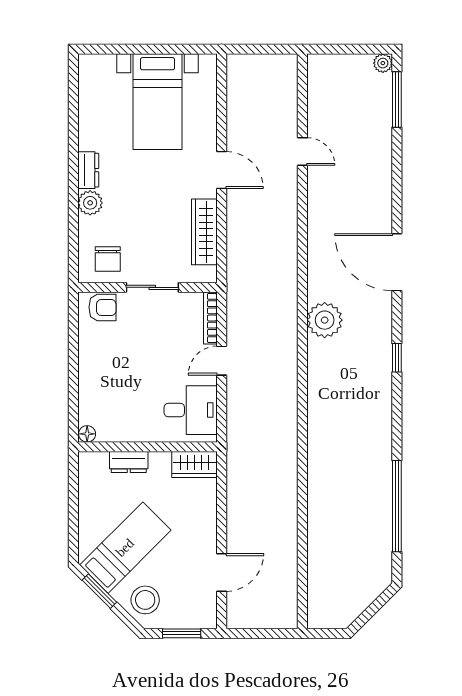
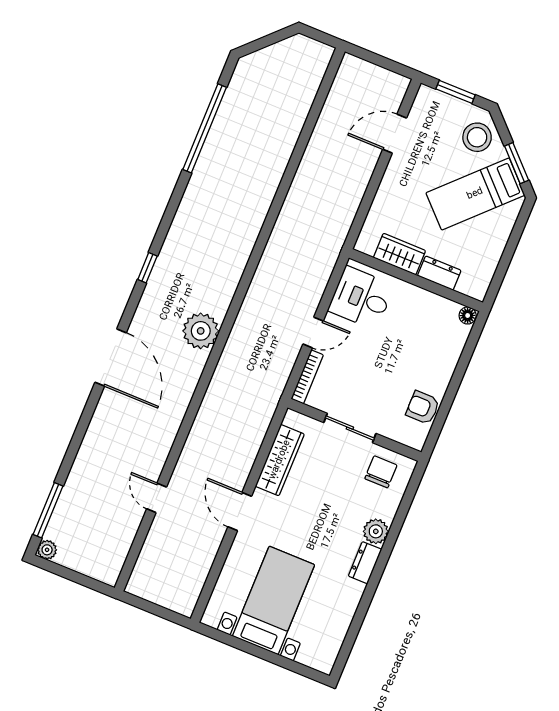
armchair: (103, 307) -> (423, 408), moved
wardrobe: (194, 464) -> (399, 254), moved

